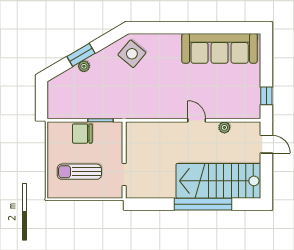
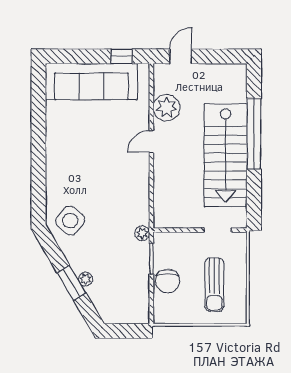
sofa: (220, 48) -> (91, 82), moved, turned 90
plant: (121, 113) -> (142, 233), added
plant: (224, 127) -> (166, 108), width x1.88, depth x1.88
stairs: (218, 181) -> (225, 155), moved

